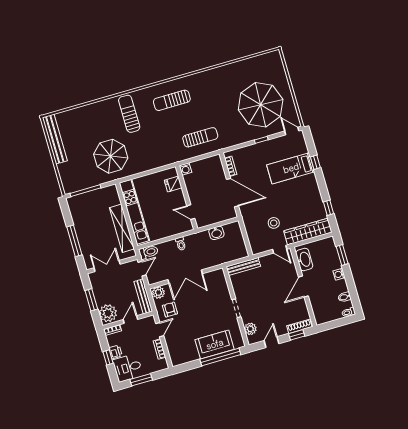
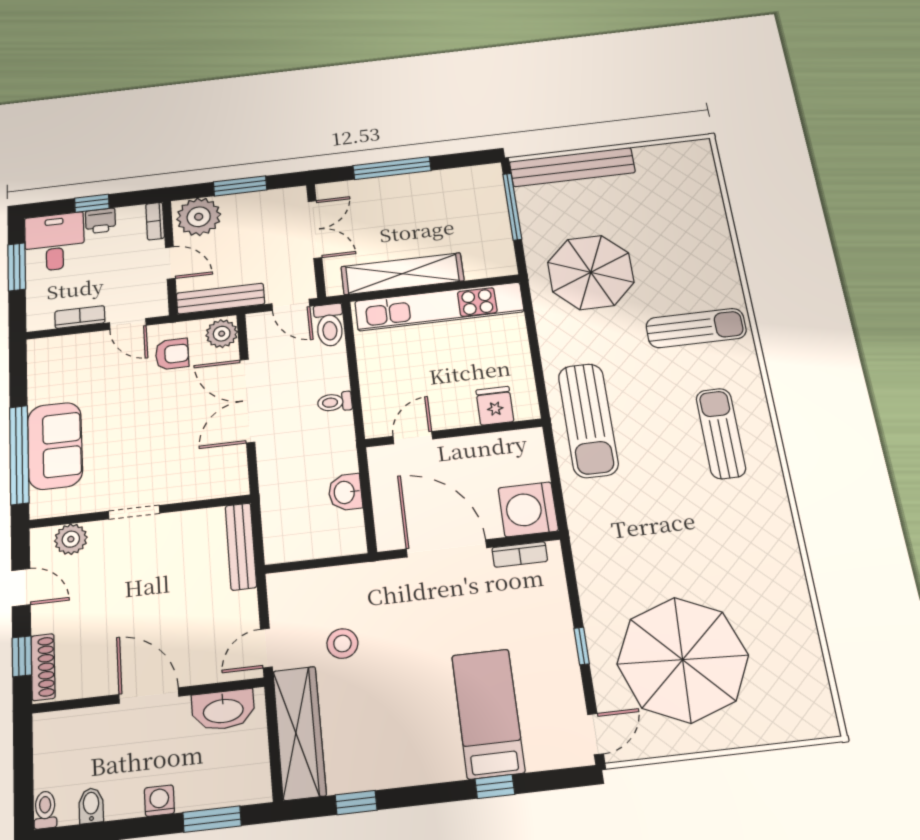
sun lounger: (200, 137) -> (588, 420), moved, width x1.36, depth x1.34
bench: (55, 139) -> (572, 167), moved
washing machine: (185, 169) -> (528, 509), moved, width x1.89, depth x1.89
door: (232, 193) -> (446, 548), swing flipped

